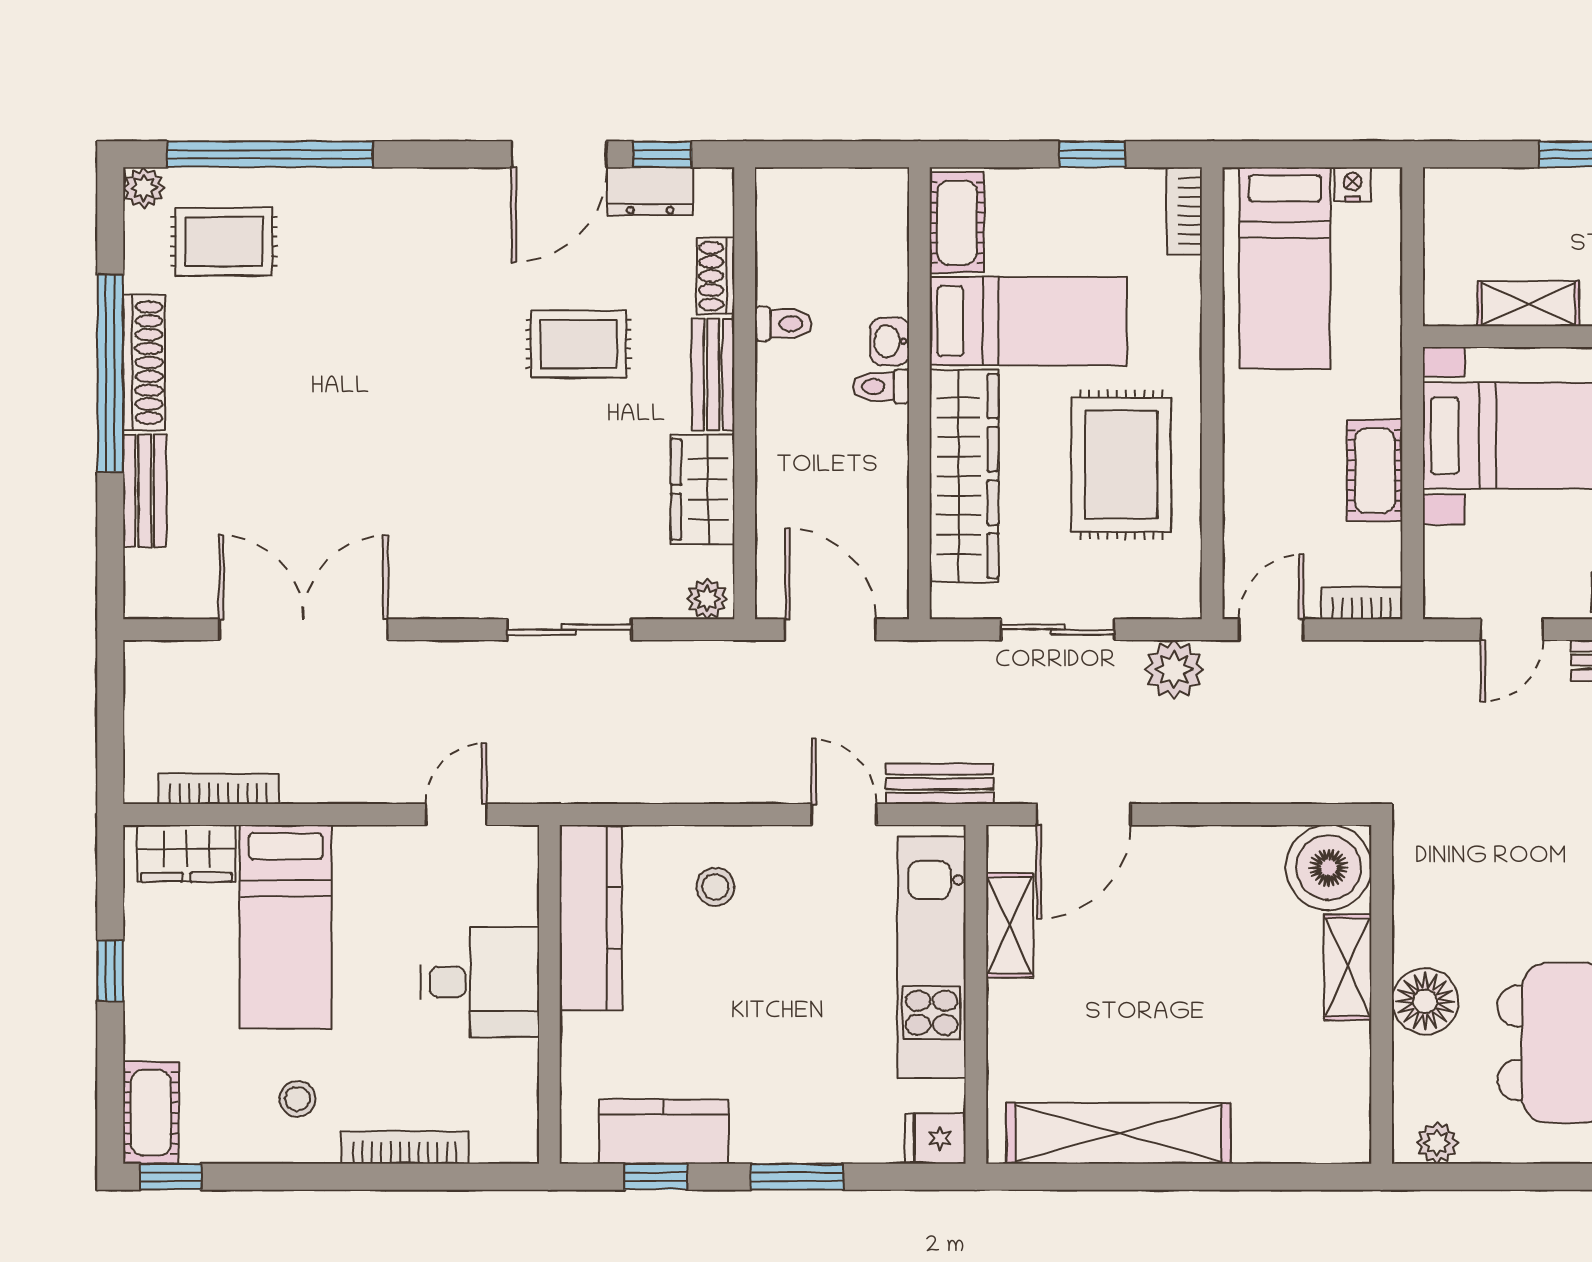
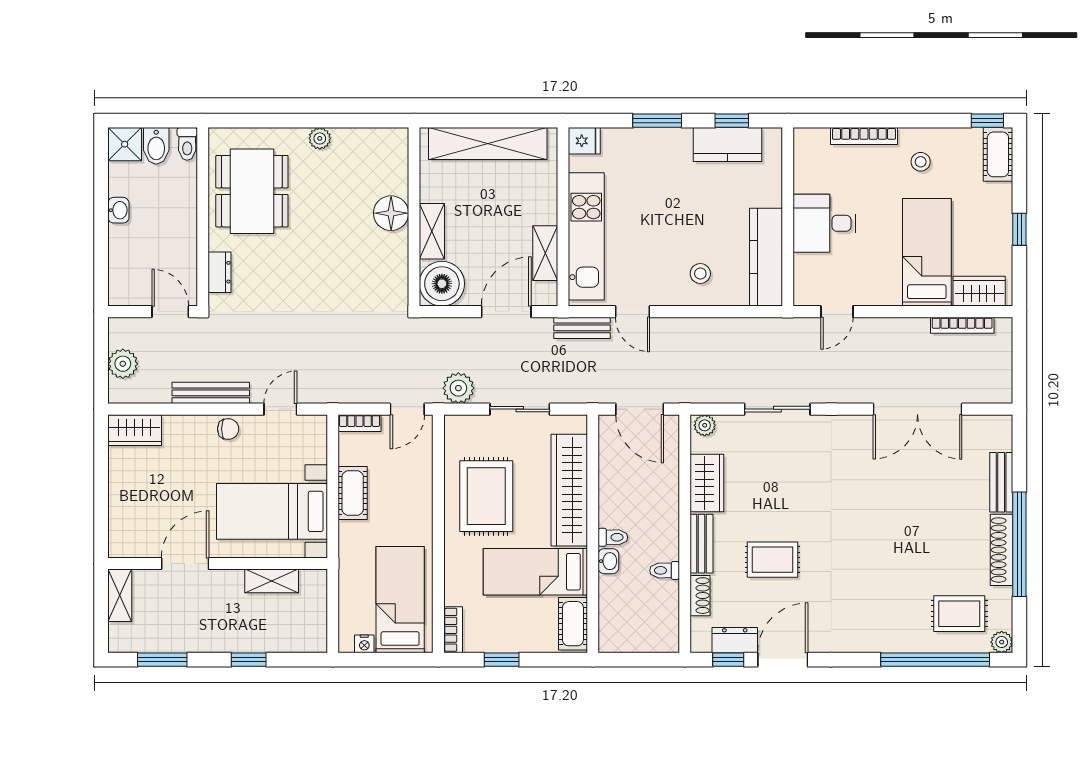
boiler: (1329, 867) -> (442, 284), moved
shelving: (1348, 967) -> (432, 231), moved
wall: (1382, 994) -> (414, 217), moved
floor lamp: (1425, 1001) -> (391, 213), moved

